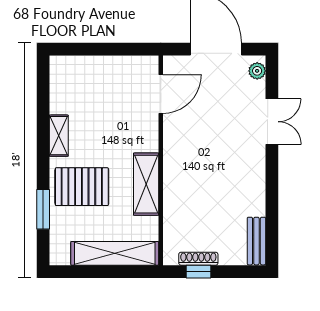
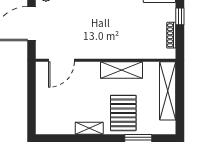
door: (161, 94) -> (61, 60), swing flipped
window: (199, 272) -> (180, 16), moved

